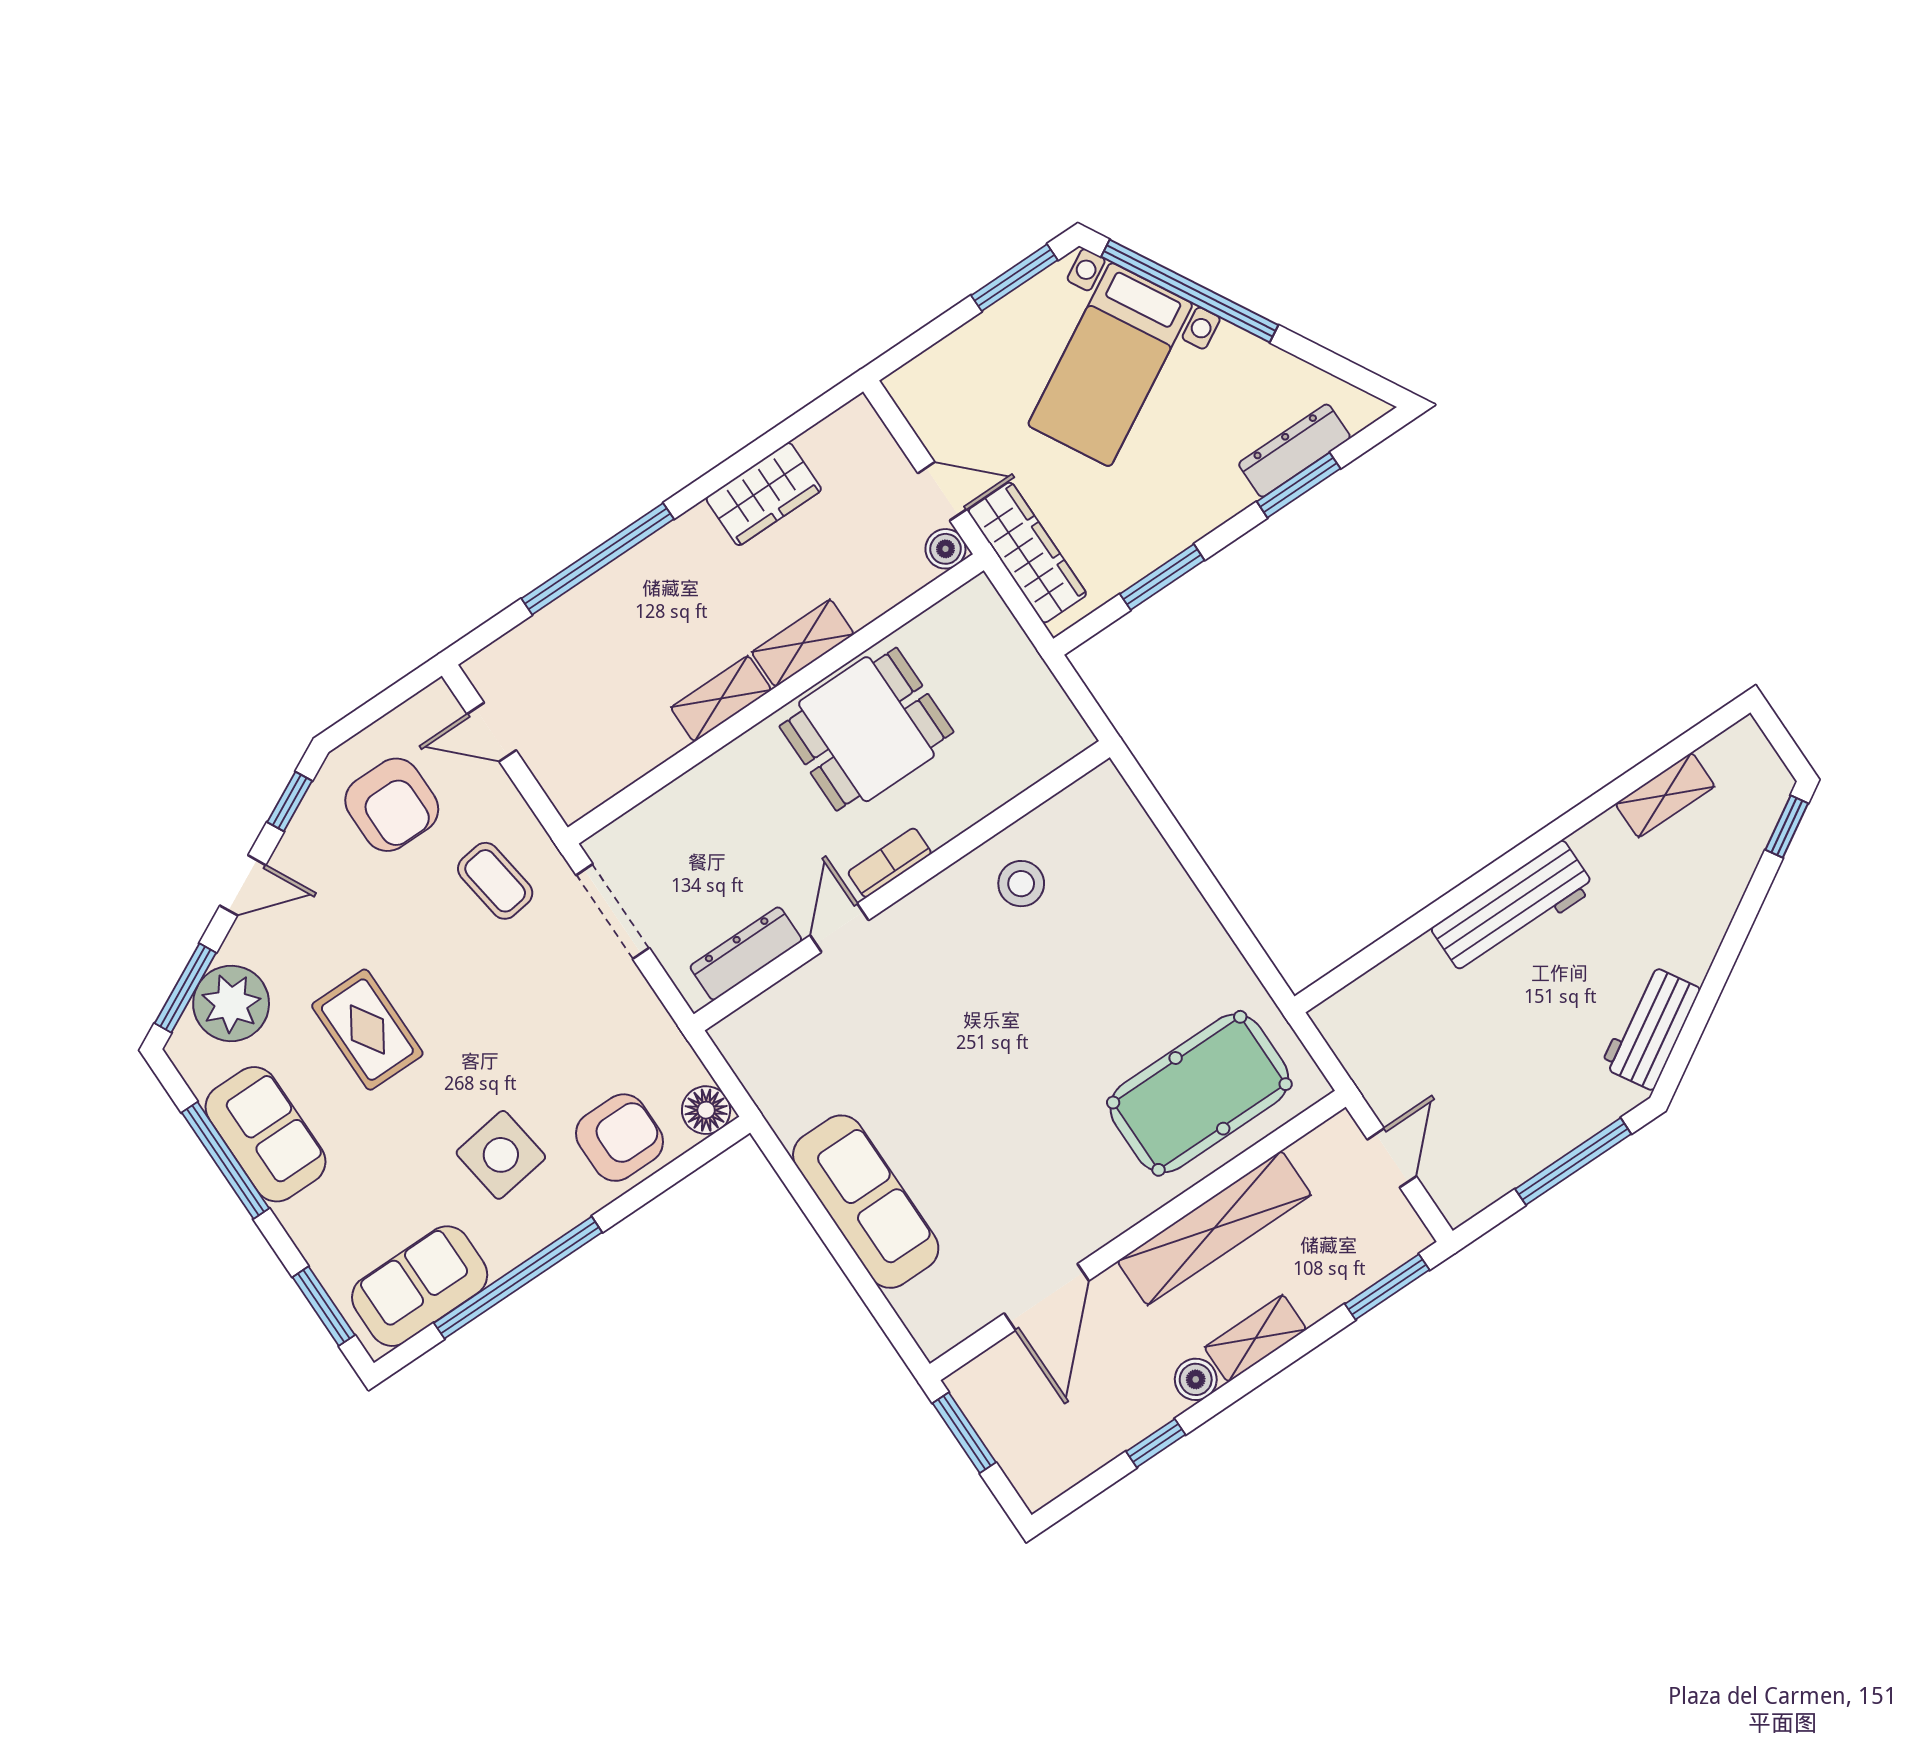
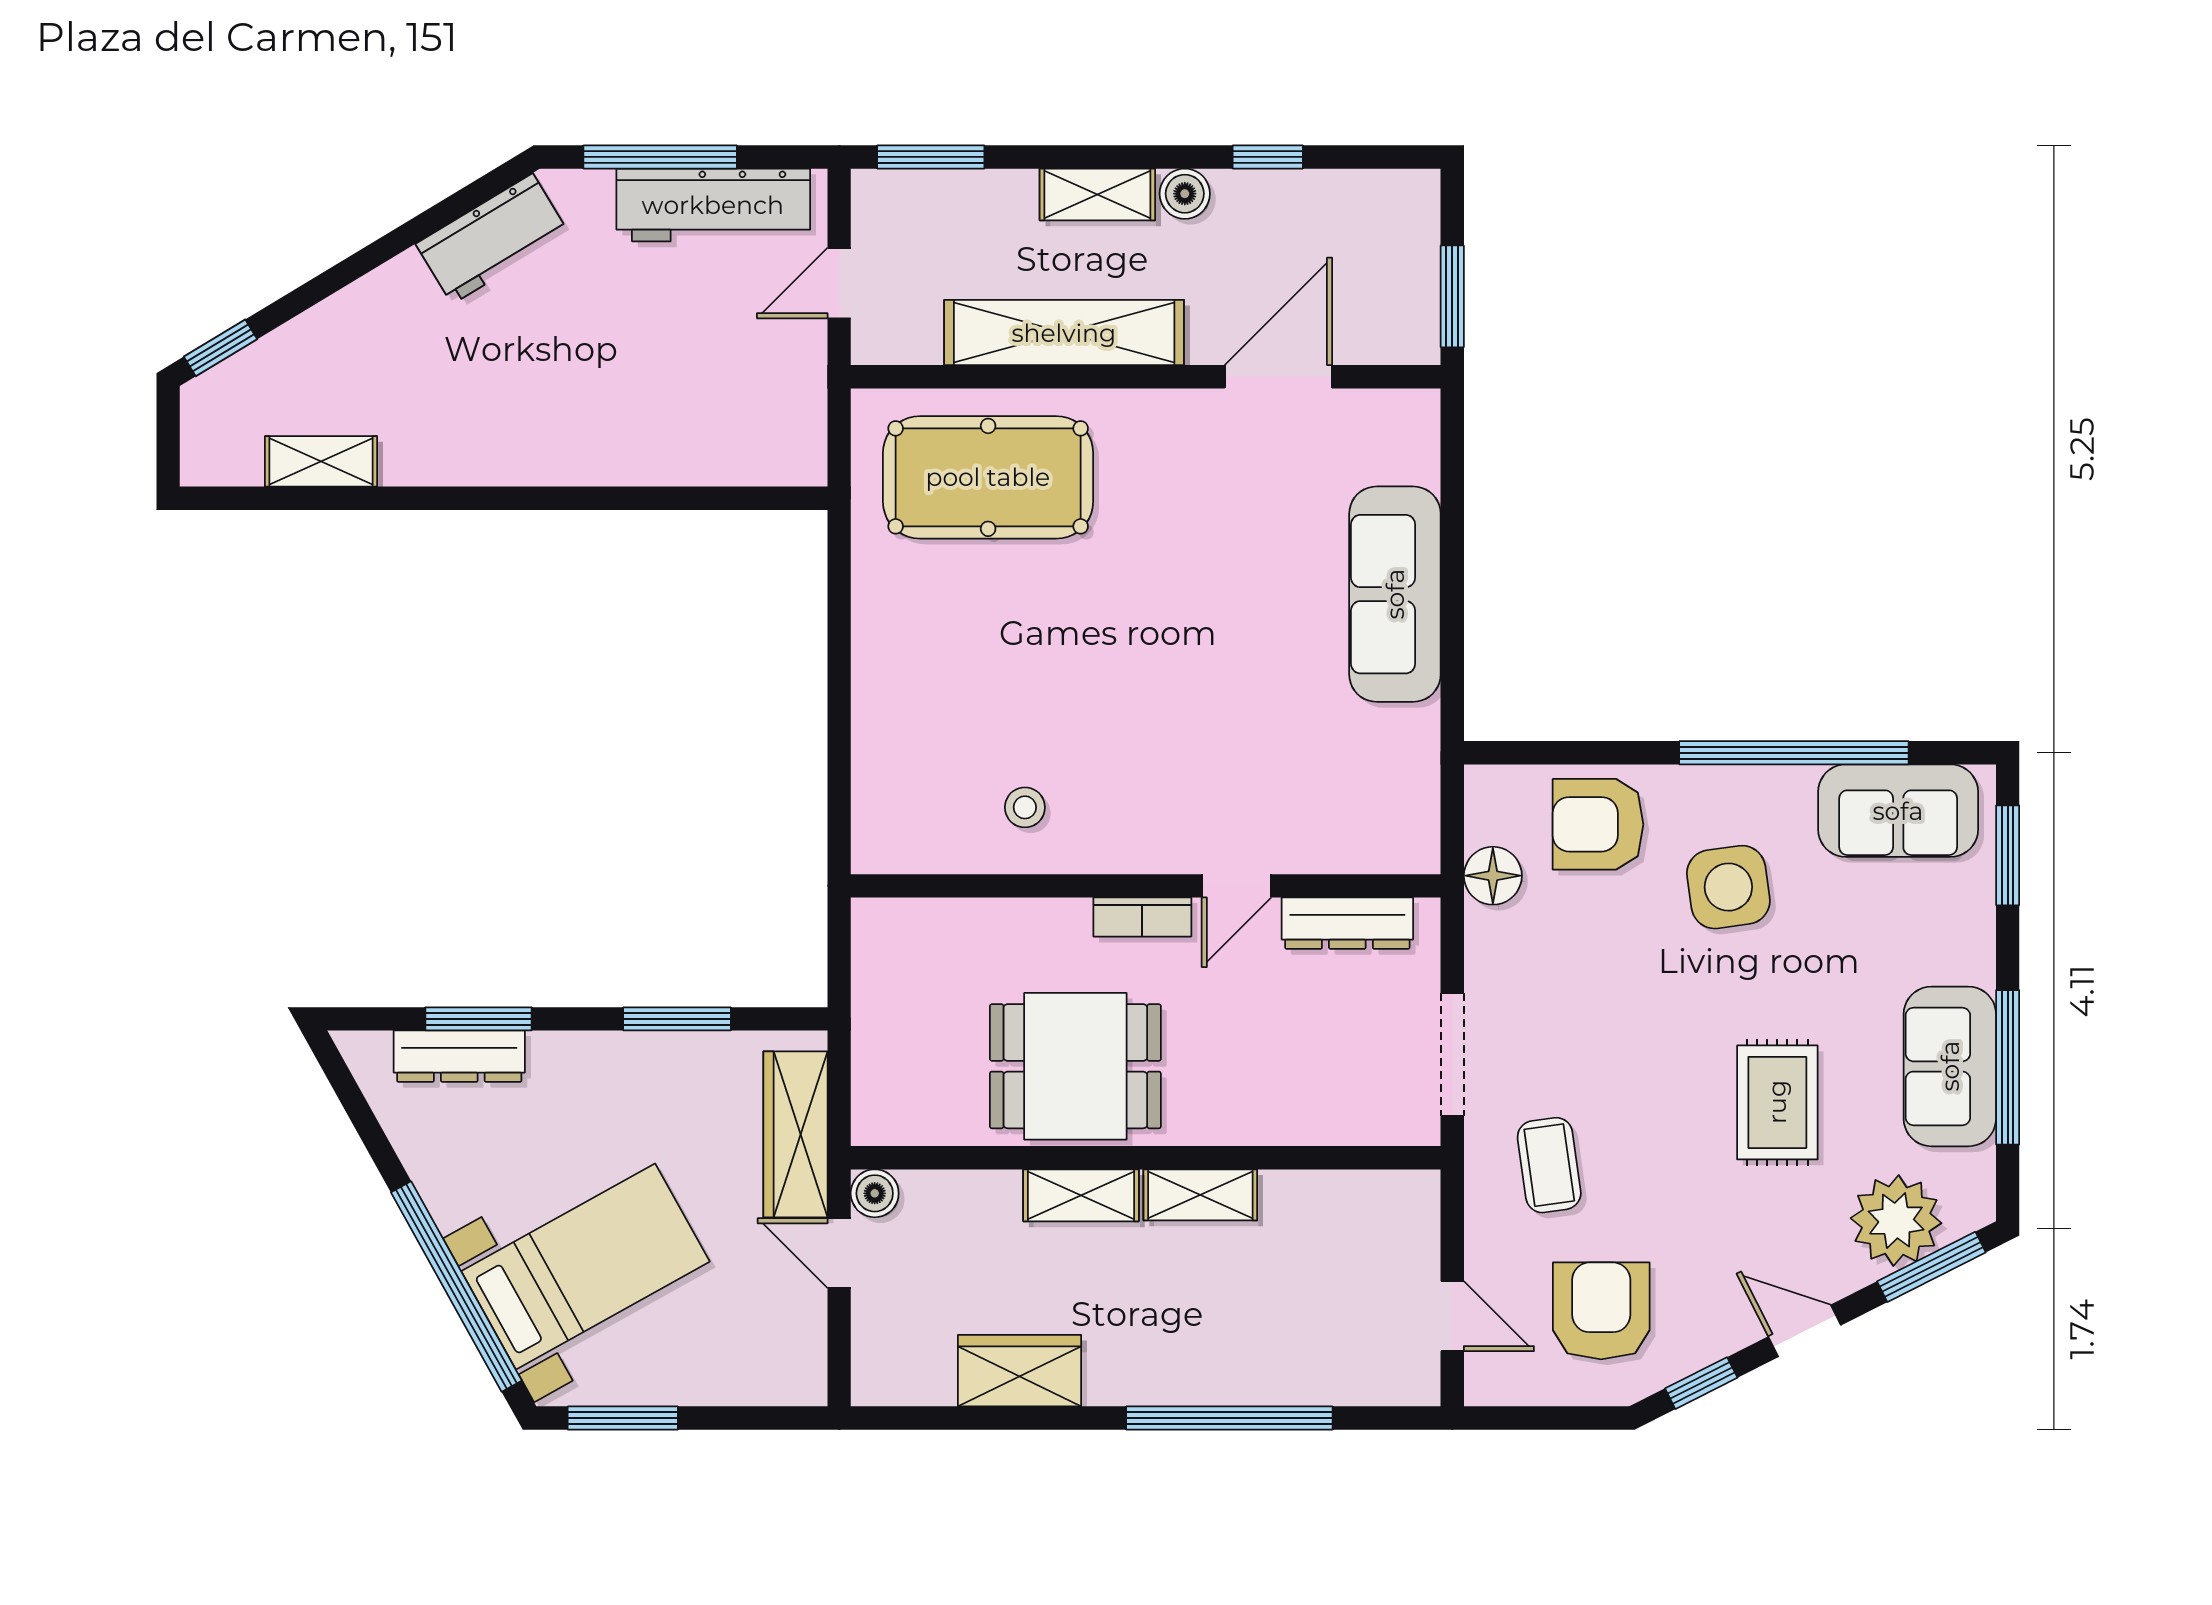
stool: (1021, 884) -> (1025, 807), width x0.73, depth x0.73
workbench: (1513, 909) -> (713, 205), moved, turned 180
floor lamp: (706, 1110) -> (1493, 876), moved

